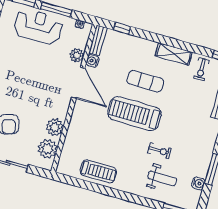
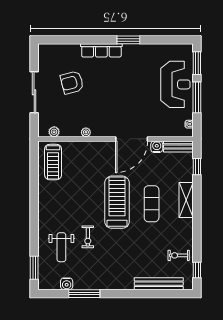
shelving: (174, 54) -> (186, 200), moved
plant: (77, 55) -> (158, 130), removed
plant: (55, 127) -> (86, 132), width x0.53, depth x0.53
plant: (47, 149) -> (54, 132), width x0.53, depth x0.53
treadmill: (98, 171) -> (53, 162), moved

